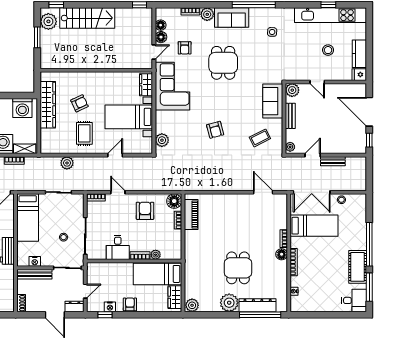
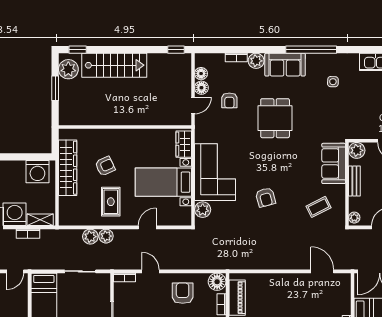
corner sofa: (172, 86) -> (215, 172), moved
plant: (80, 162) -> (106, 236), added

